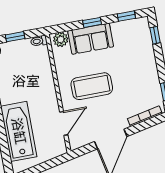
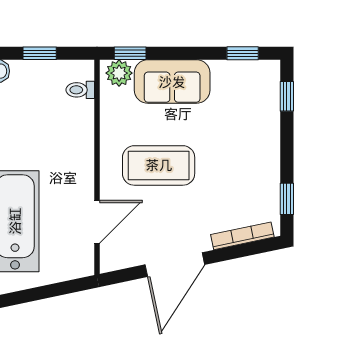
window: (92, 22) -> (130, 53), moved
toilet: (39, 41) -> (80, 90), moved

